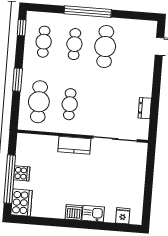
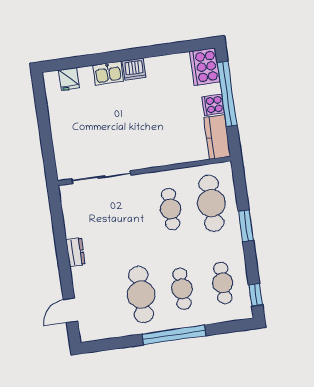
dresser: (145, 108) -> (75, 252), moved
kitchen counter: (74, 145) -> (217, 137), moved, turned -90

